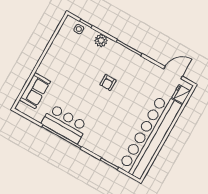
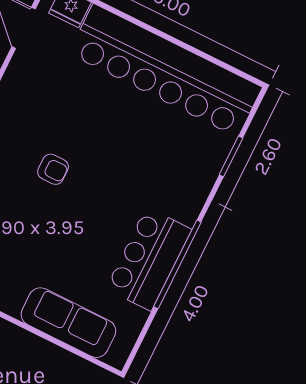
sofa: (35, 91) -> (68, 323), width x1.36

